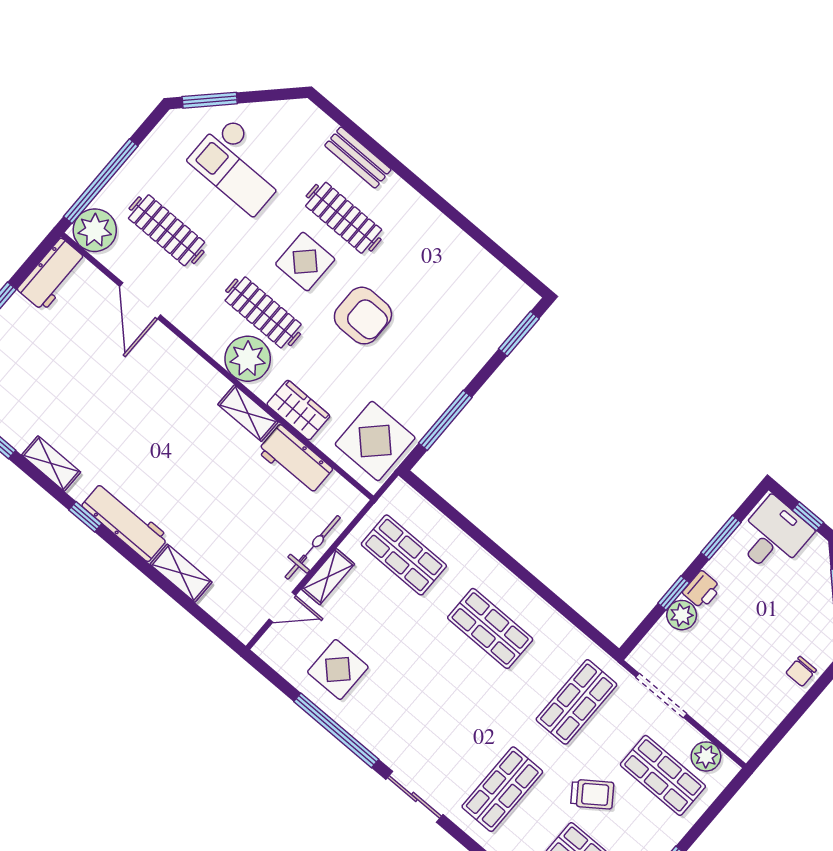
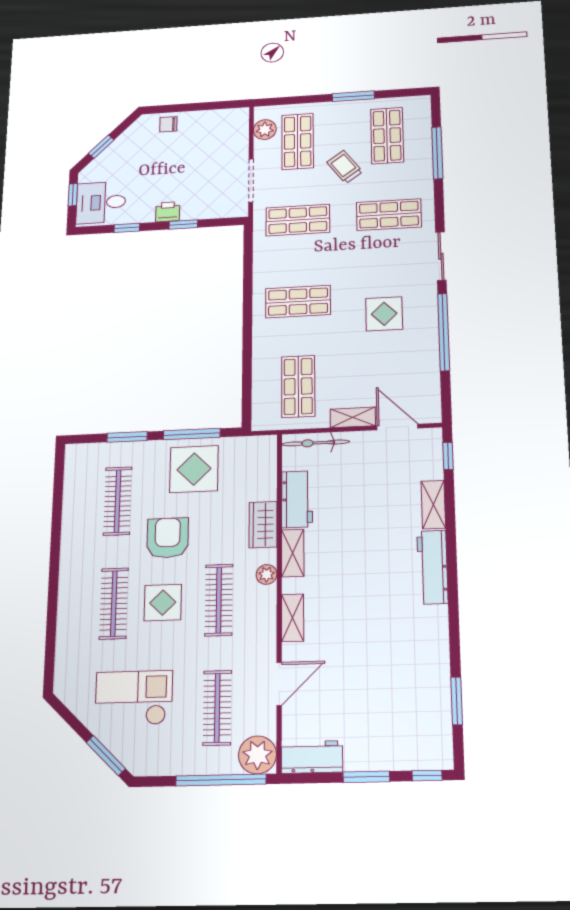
bench: (358, 157) -> (67, 628), removed
checkout: (240, 166) -> (134, 698), turned -90
clothes rail: (440, 300) -> (118, 501), added
window: (519, 334) -> (127, 437), moved
plant: (248, 359) -> (267, 574), width x0.53, depth x0.53
display table: (375, 441) -> (194, 469), moved
shelving: (51, 464) -> (293, 618), moved
window: (85, 517) -> (448, 456), moved
window: (721, 538) -> (127, 228), width x0.67
bicycle: (313, 547) -> (316, 443), moved
door: (282, 607) -> (397, 427), width x1.38
plant: (682, 615) -> (193, 210), removed
shop shelf: (490, 628) -> (298, 302), turned 90
display table: (338, 669) -> (384, 314), moved
chair: (801, 671) -> (168, 124), turned 180

